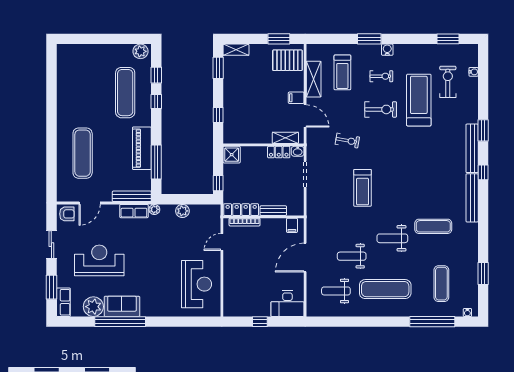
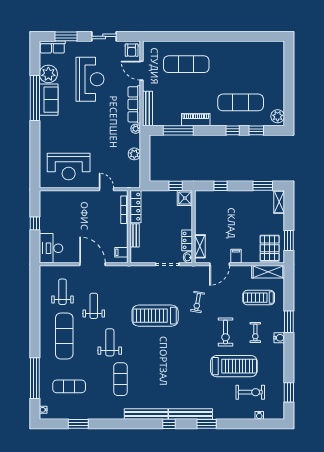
shelving: (314, 79) -> (268, 272), moved
piano: (142, 148) -> (196, 120), width x0.73, depth x0.75
window: (218, 183) -> (176, 186), moved
treadmill: (363, 188) -> (155, 316), width x1.37, depth x1.38
row of seats: (134, 211) -> (134, 104), width x1.48

